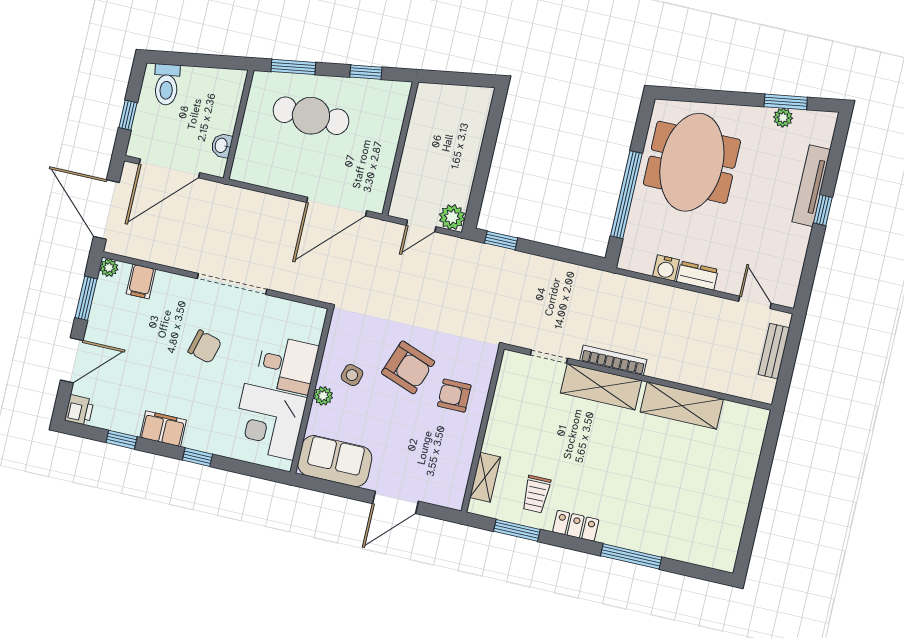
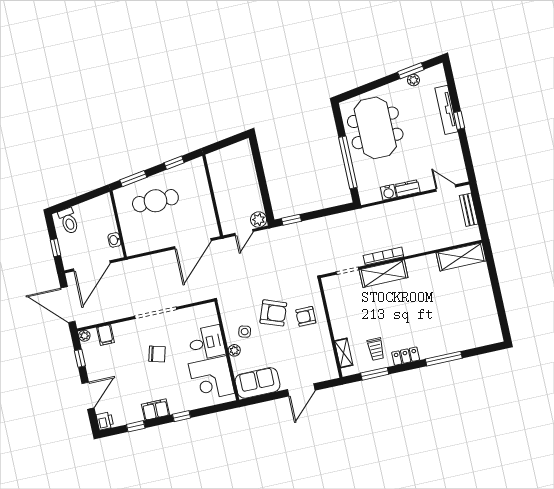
window: (86, 298) -> (80, 358), width x0.67
shelving: (682, 406) -> (461, 257), moved

